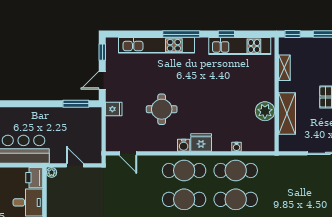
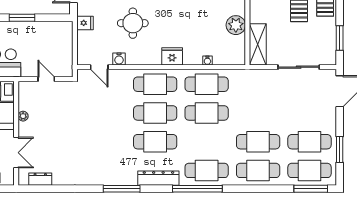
window: (76, 104) -> (22, 18), moved
shelving: (287, 113) -> (258, 44), moved
water cooler: (184, 145) -> (119, 59), moved
plant: (52, 172) -> (23, 116), moved

